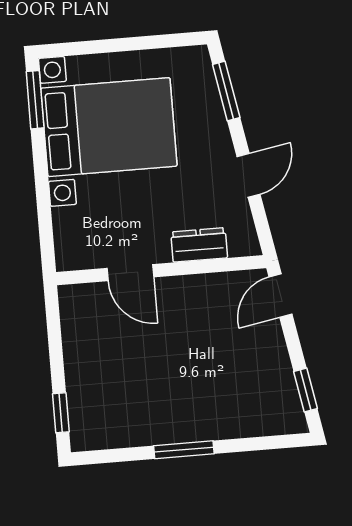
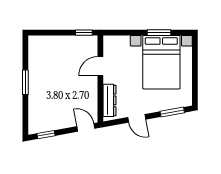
window: (35, 100) -> (159, 33), moved
dresser: (199, 245) -> (110, 100), width x1.44
window: (61, 413) -> (84, 33), moved

